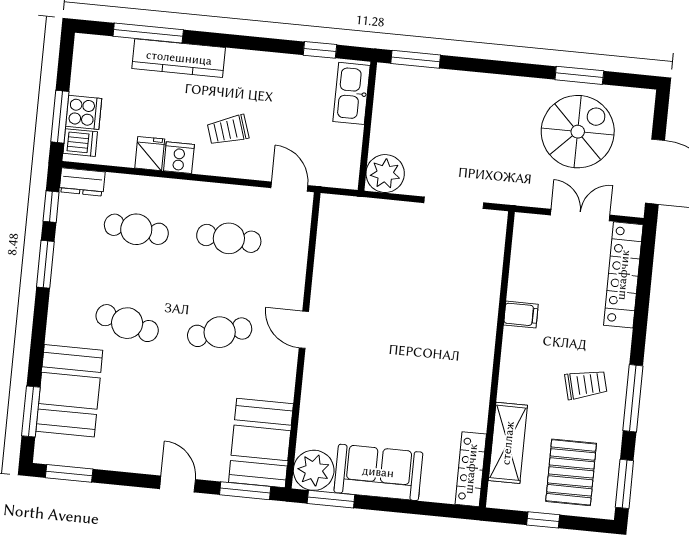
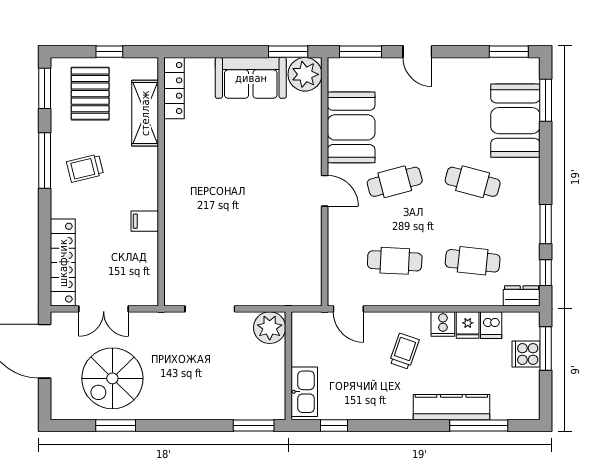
trolley: (228, 130) -> (404, 351), turned -53
dishwasher: (80, 143) -> (491, 325), moved, turned -90
booth: (261, 443) -> (351, 127), moved

